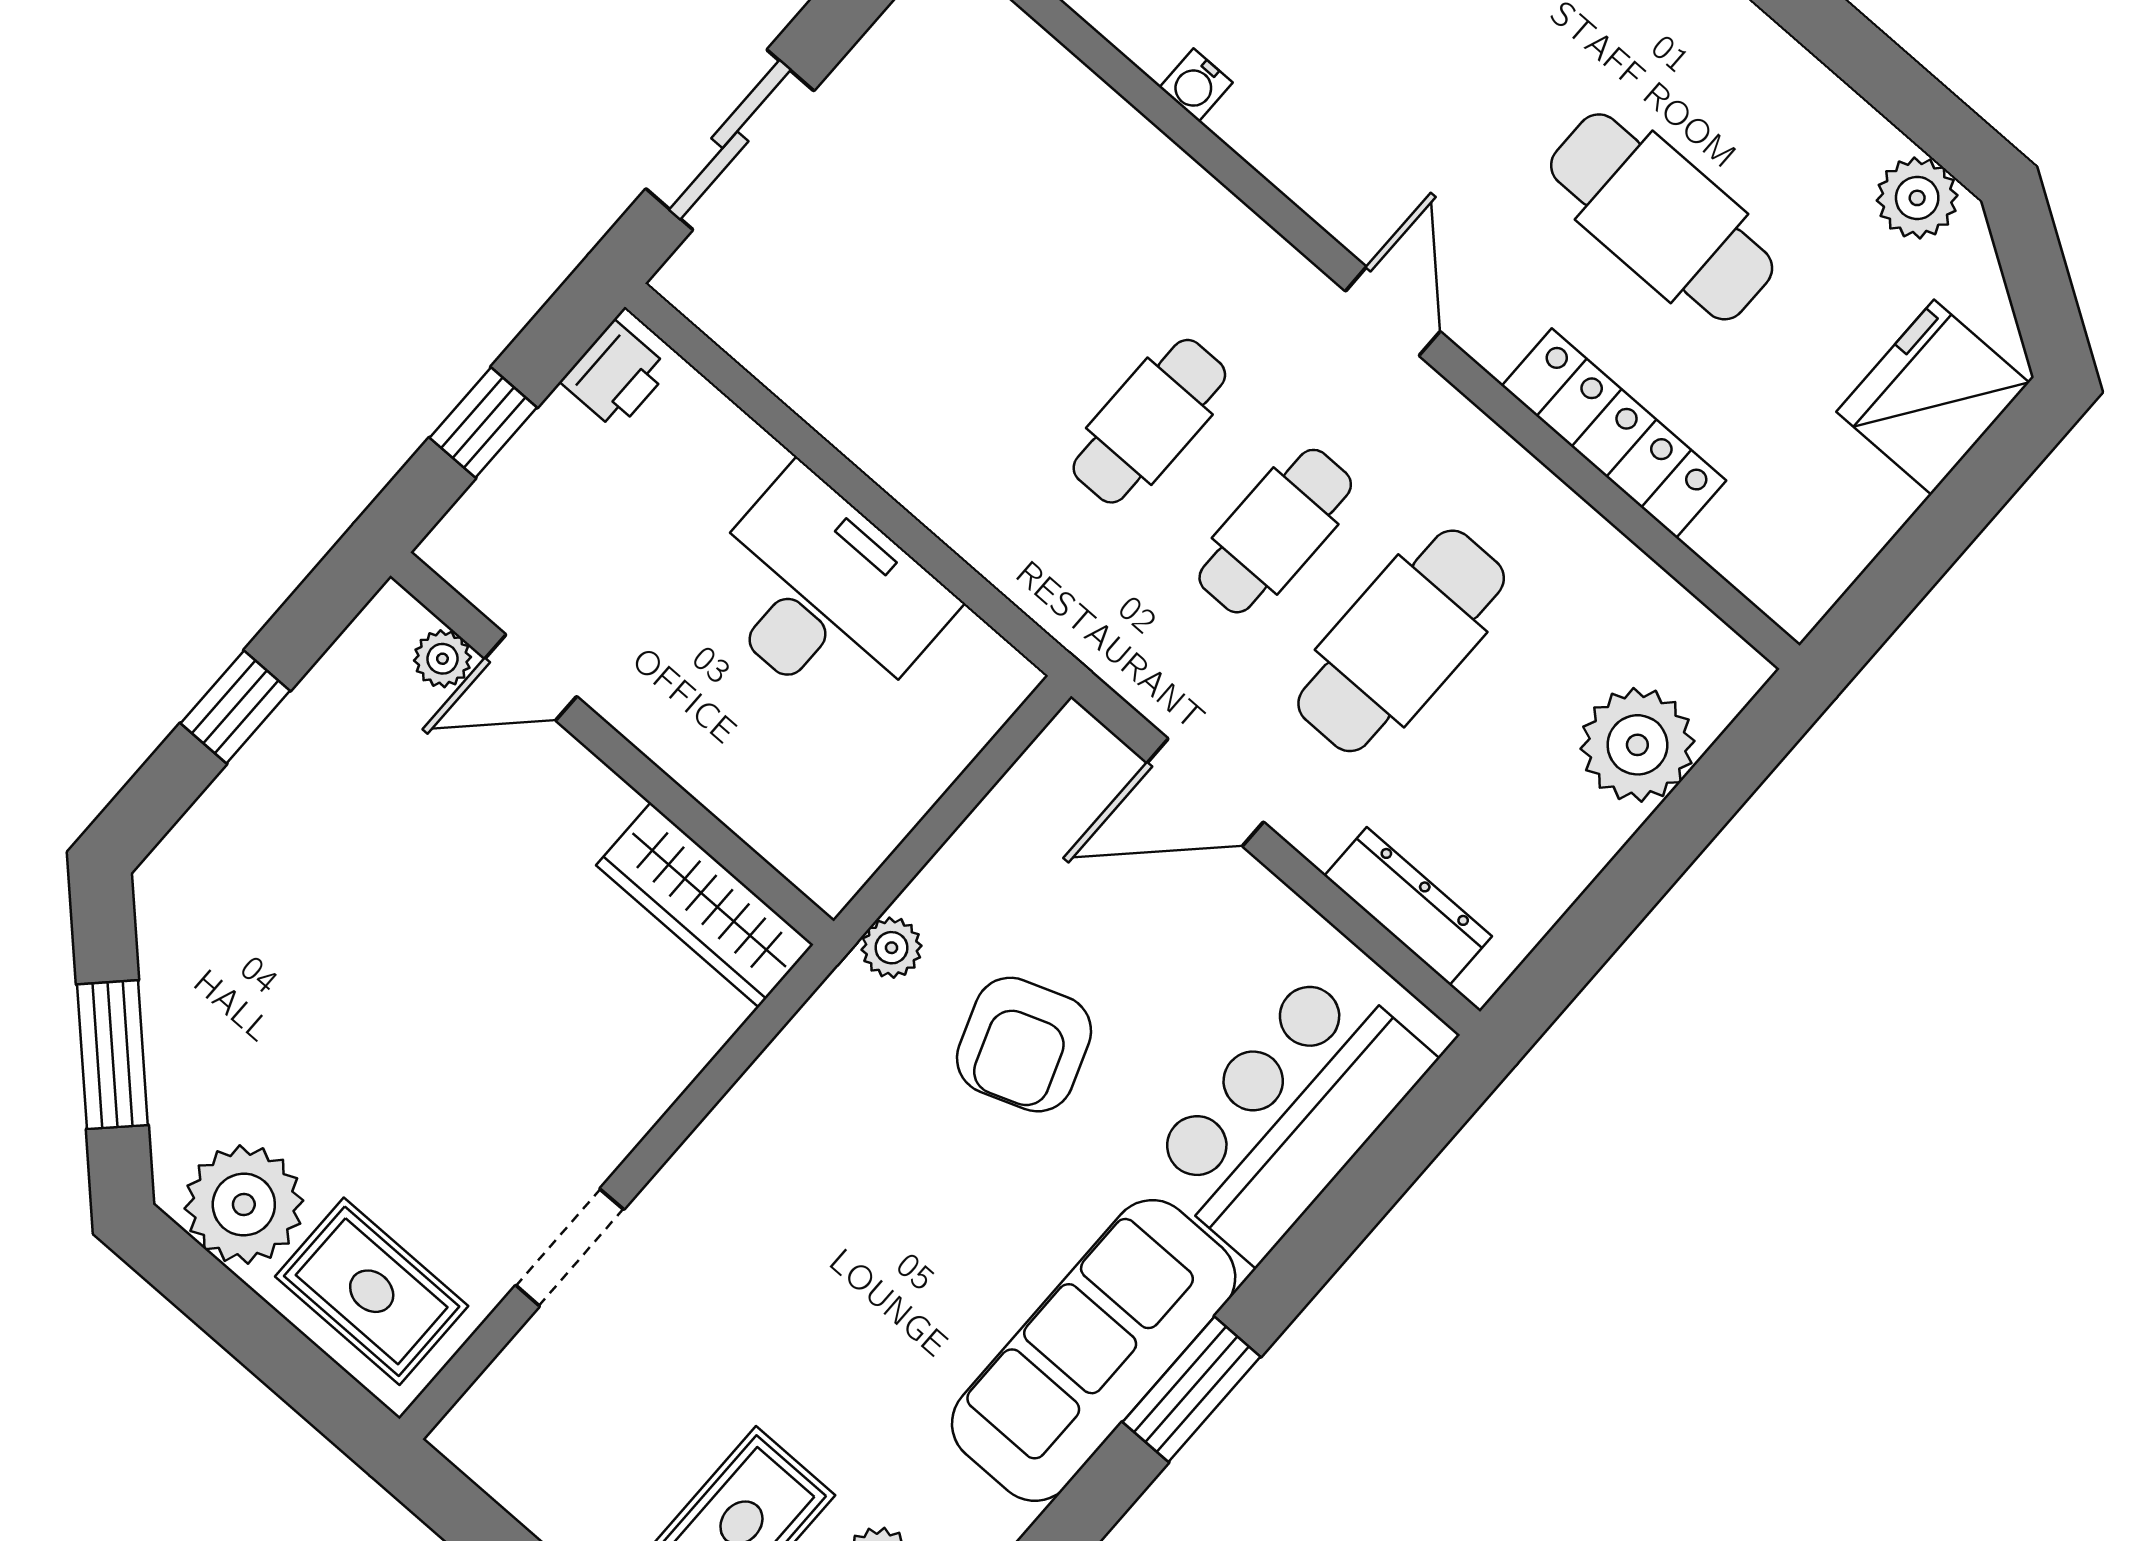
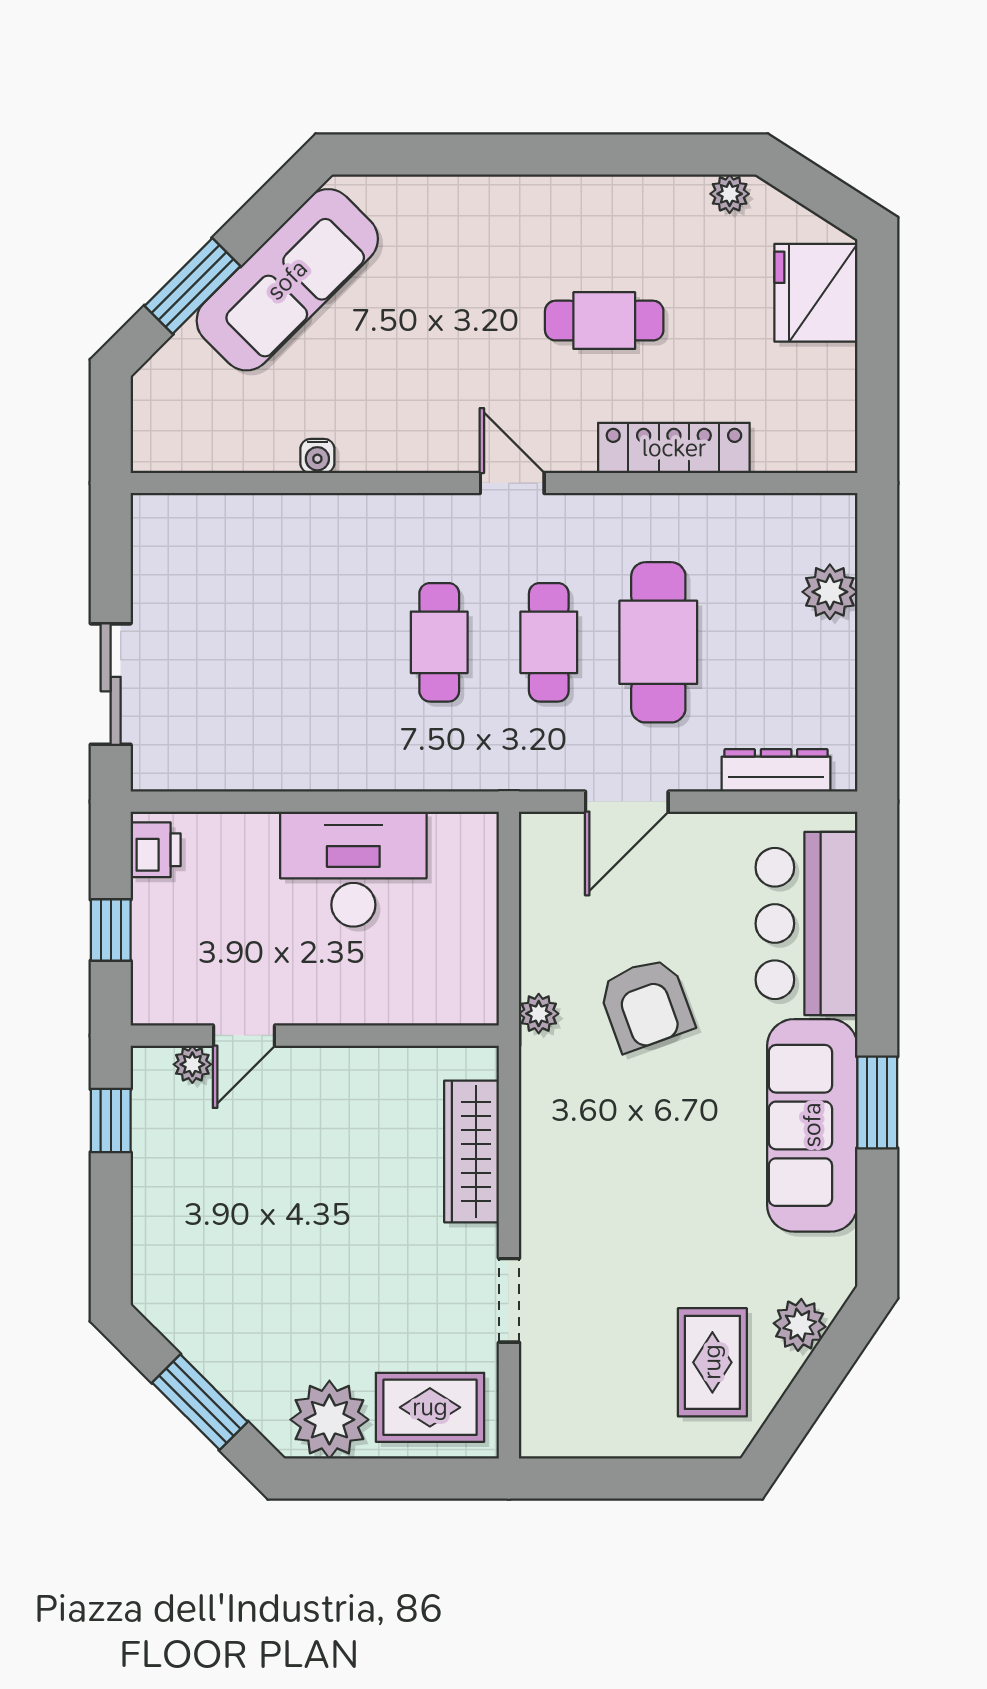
plant: (1917, 198) -> (730, 194), width x0.73, depth x0.73
cafe table: (1662, 217) -> (604, 321), width x0.73, depth x0.74
window: (235, 707) -> (111, 1121), moved
plant: (1637, 745) -> (830, 592), width x0.73, depth x0.73
wardrobe: (705, 905) -> (472, 1151), moved, turned 90

